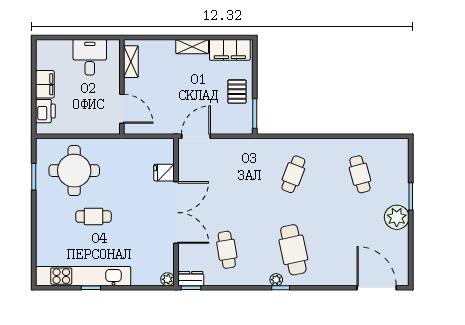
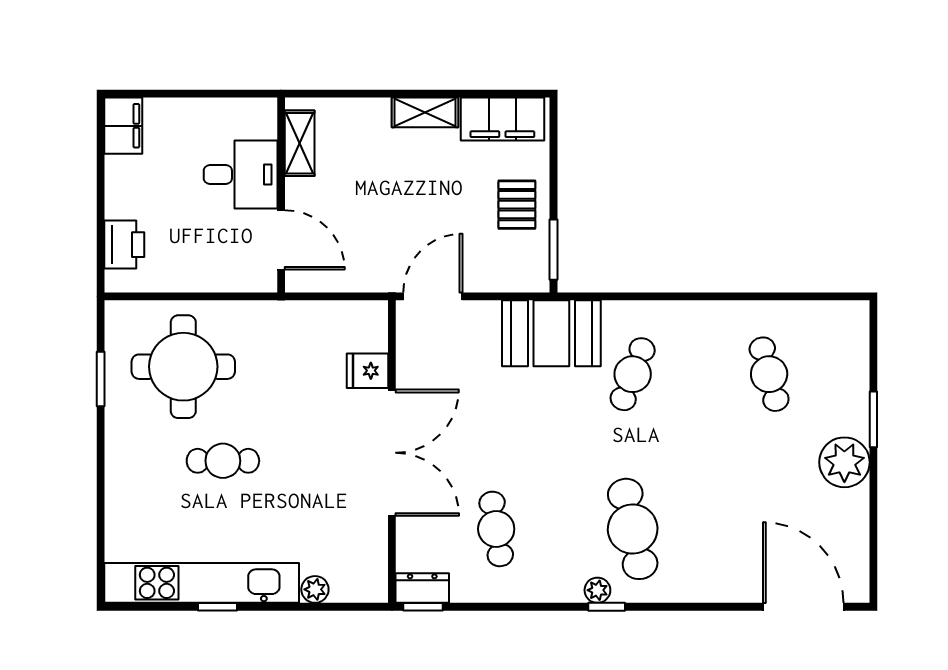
desk: (90, 57) -> (241, 174), moved, turned 90
filing cabinet: (45, 84) -> (123, 126), moved
booth: (254, 154) -> (551, 333), added
plant: (167, 279) -> (315, 589), moved

